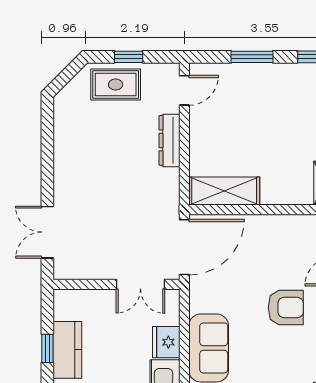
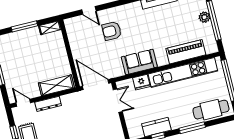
shelving: (224, 191) -> (56, 85), moved, turned 90
armchair: (286, 308) -> (112, 31), turned -90

